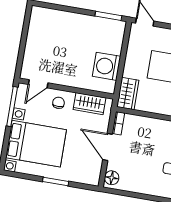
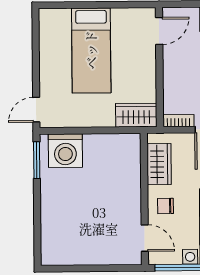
washing machine: (107, 66) -> (65, 151), moved

